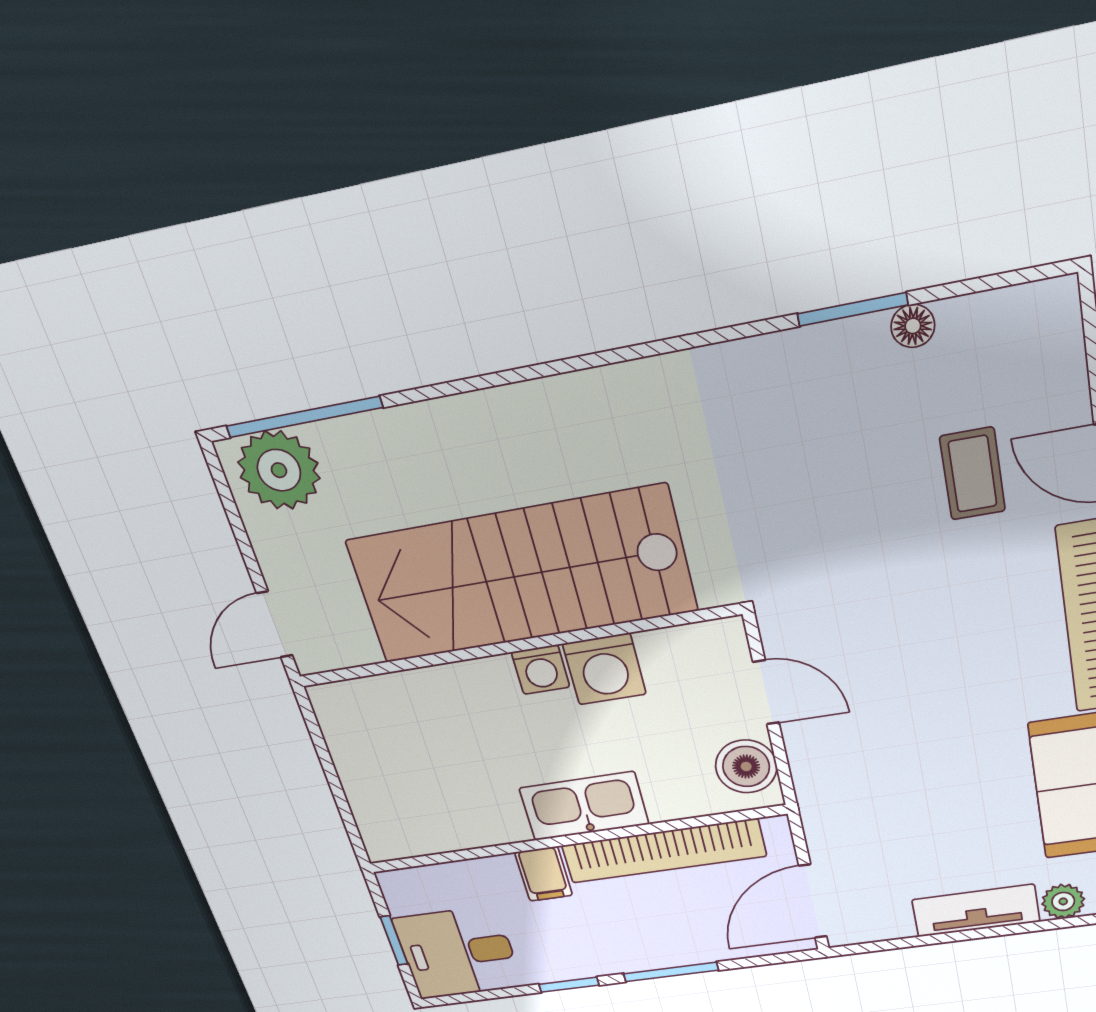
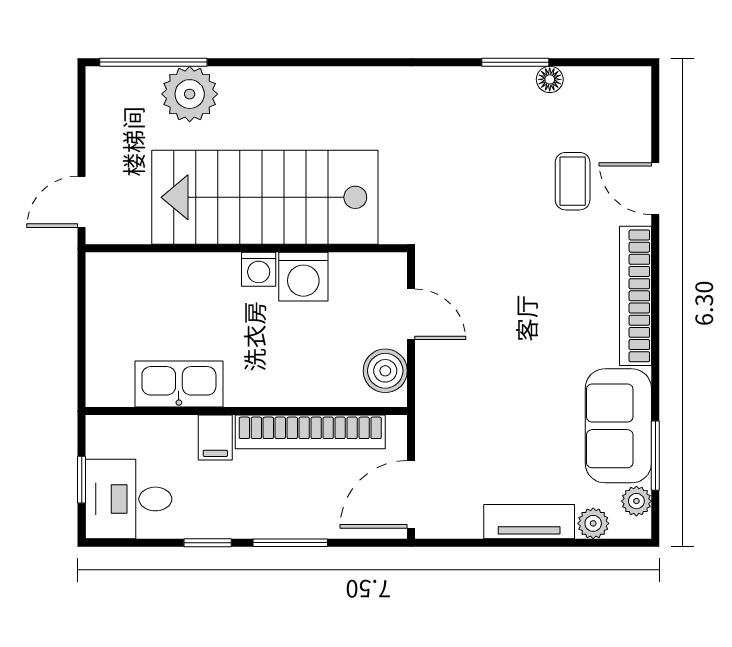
plant: (279, 470) -> (190, 94), moved
kitchen sink: (584, 806) -> (179, 384), moved

